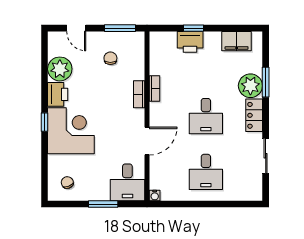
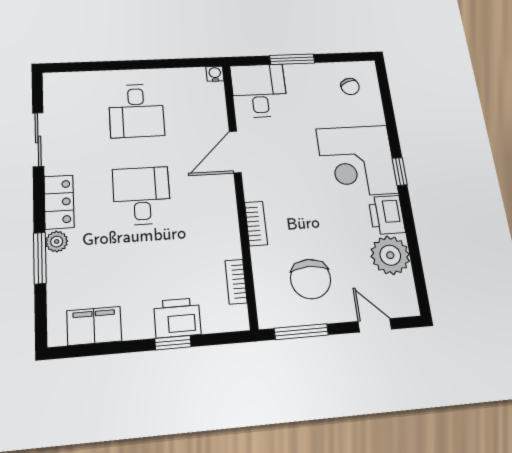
chair: (110, 58) -> (311, 279), width x1.87, depth x1.87
plant: (250, 86) -> (57, 242), width x0.53, depth x0.53
bookcase: (155, 89) -> (236, 282), moved
desk: (206, 172) -> (136, 111), turned 180

